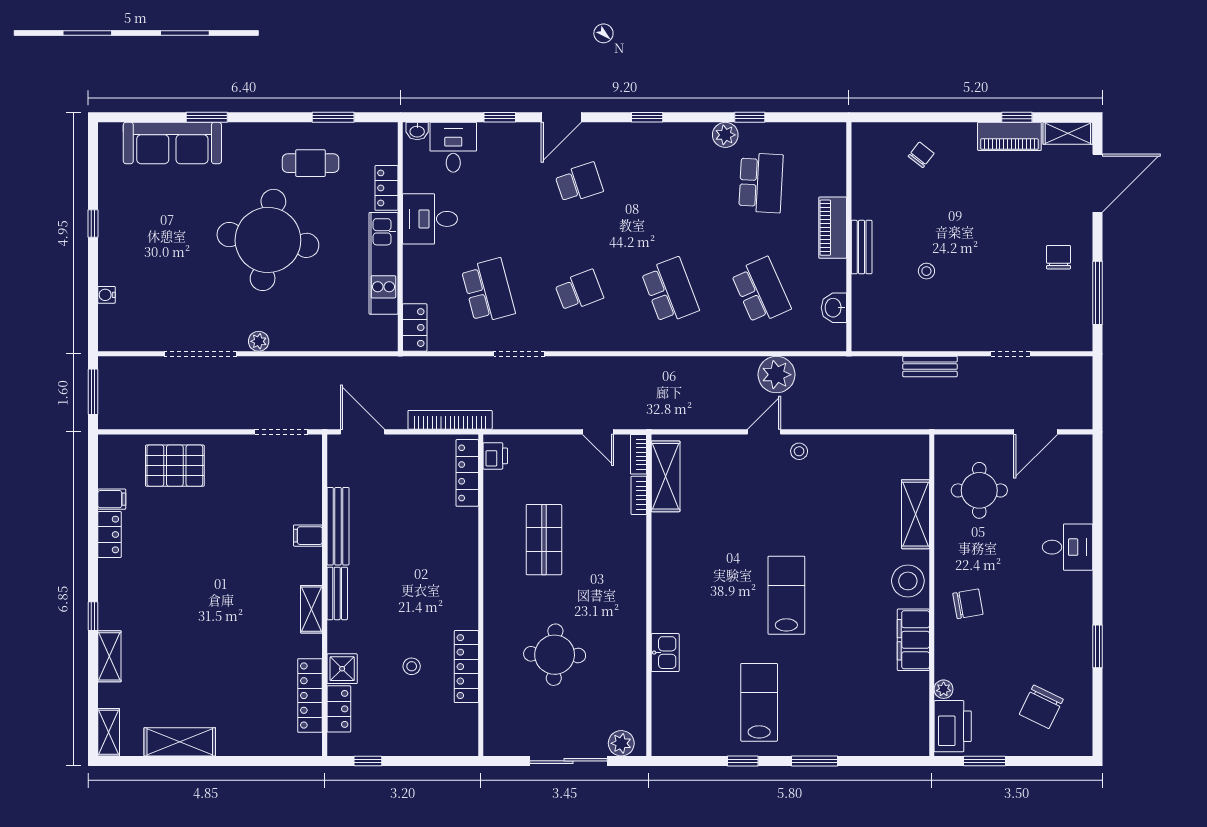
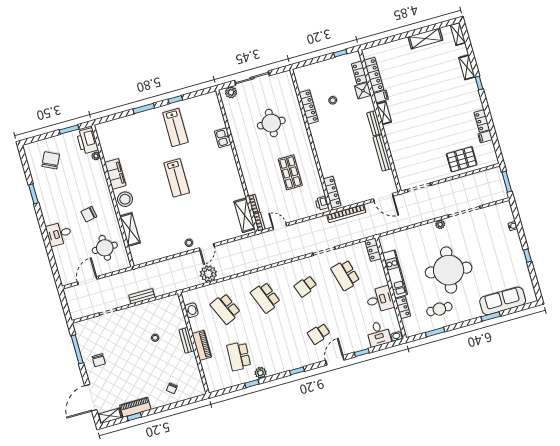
filing cabinet: (308, 536) -> (381, 97), moved
chair: (968, 604) -> (89, 214), moved

